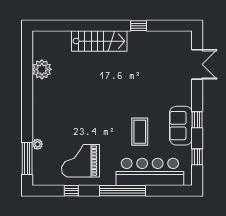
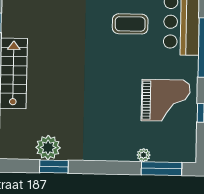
window: (27, 74) -> (54, 166), added
grand piano: (80, 161) -> (166, 100), turned -90

